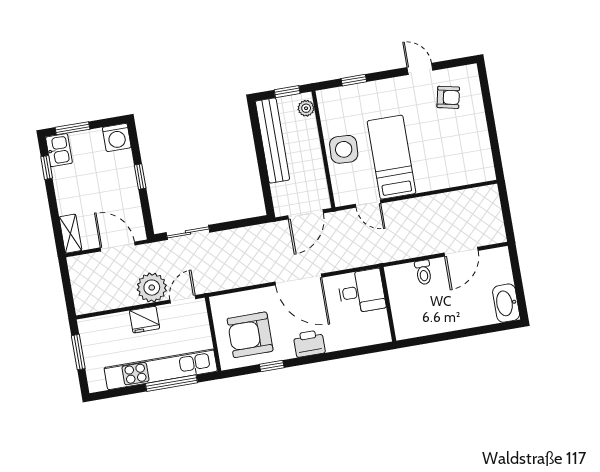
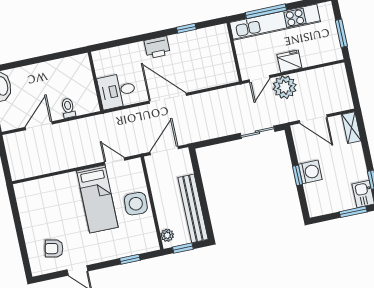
washing machine: (117, 137) -> (310, 172), moved, turned 90
armchair: (250, 335) -> (205, 53), removed

